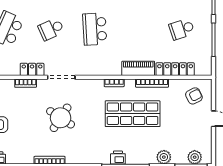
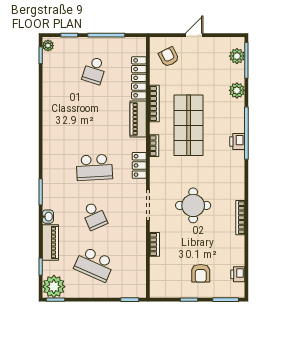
school desk: (182, 29) -> (94, 70), turned 36
locker: (32, 69) -> (139, 165), moved
round table: (61, 118) -> (193, 205), turned -33

